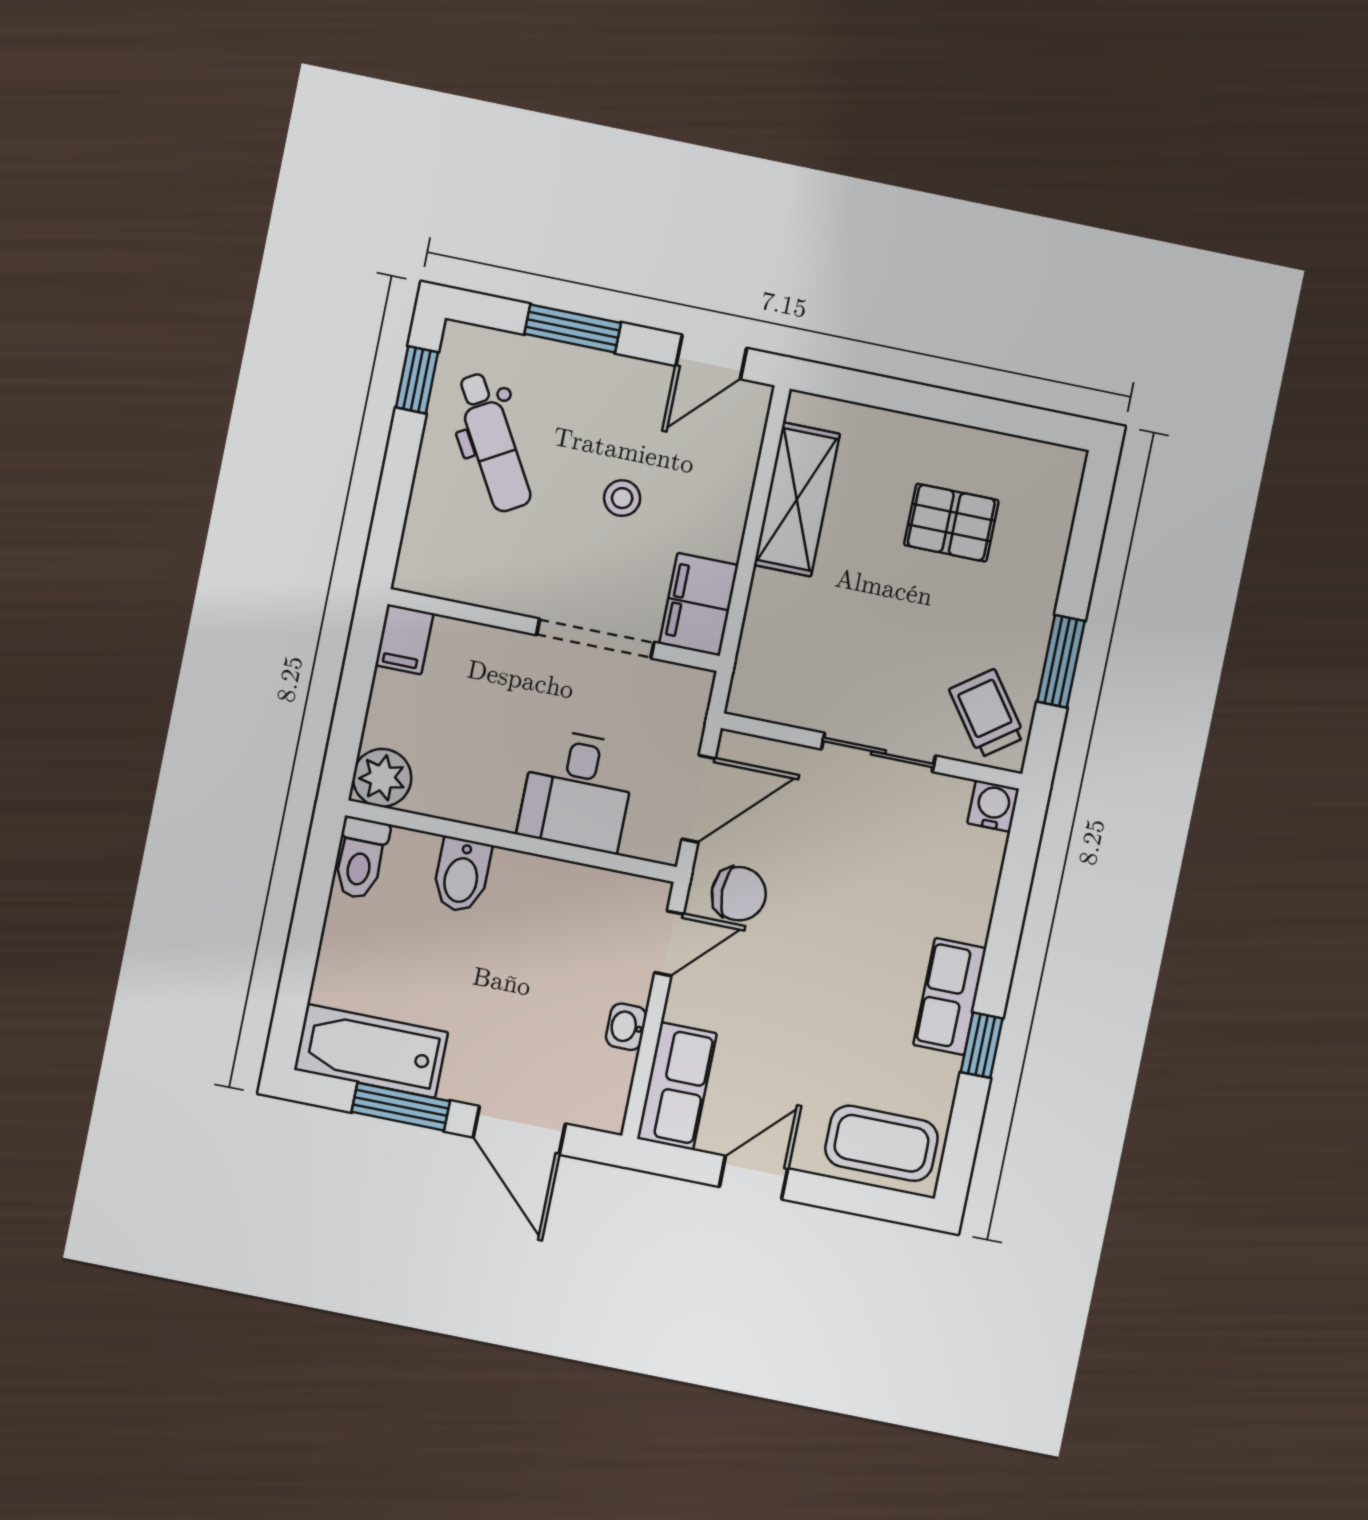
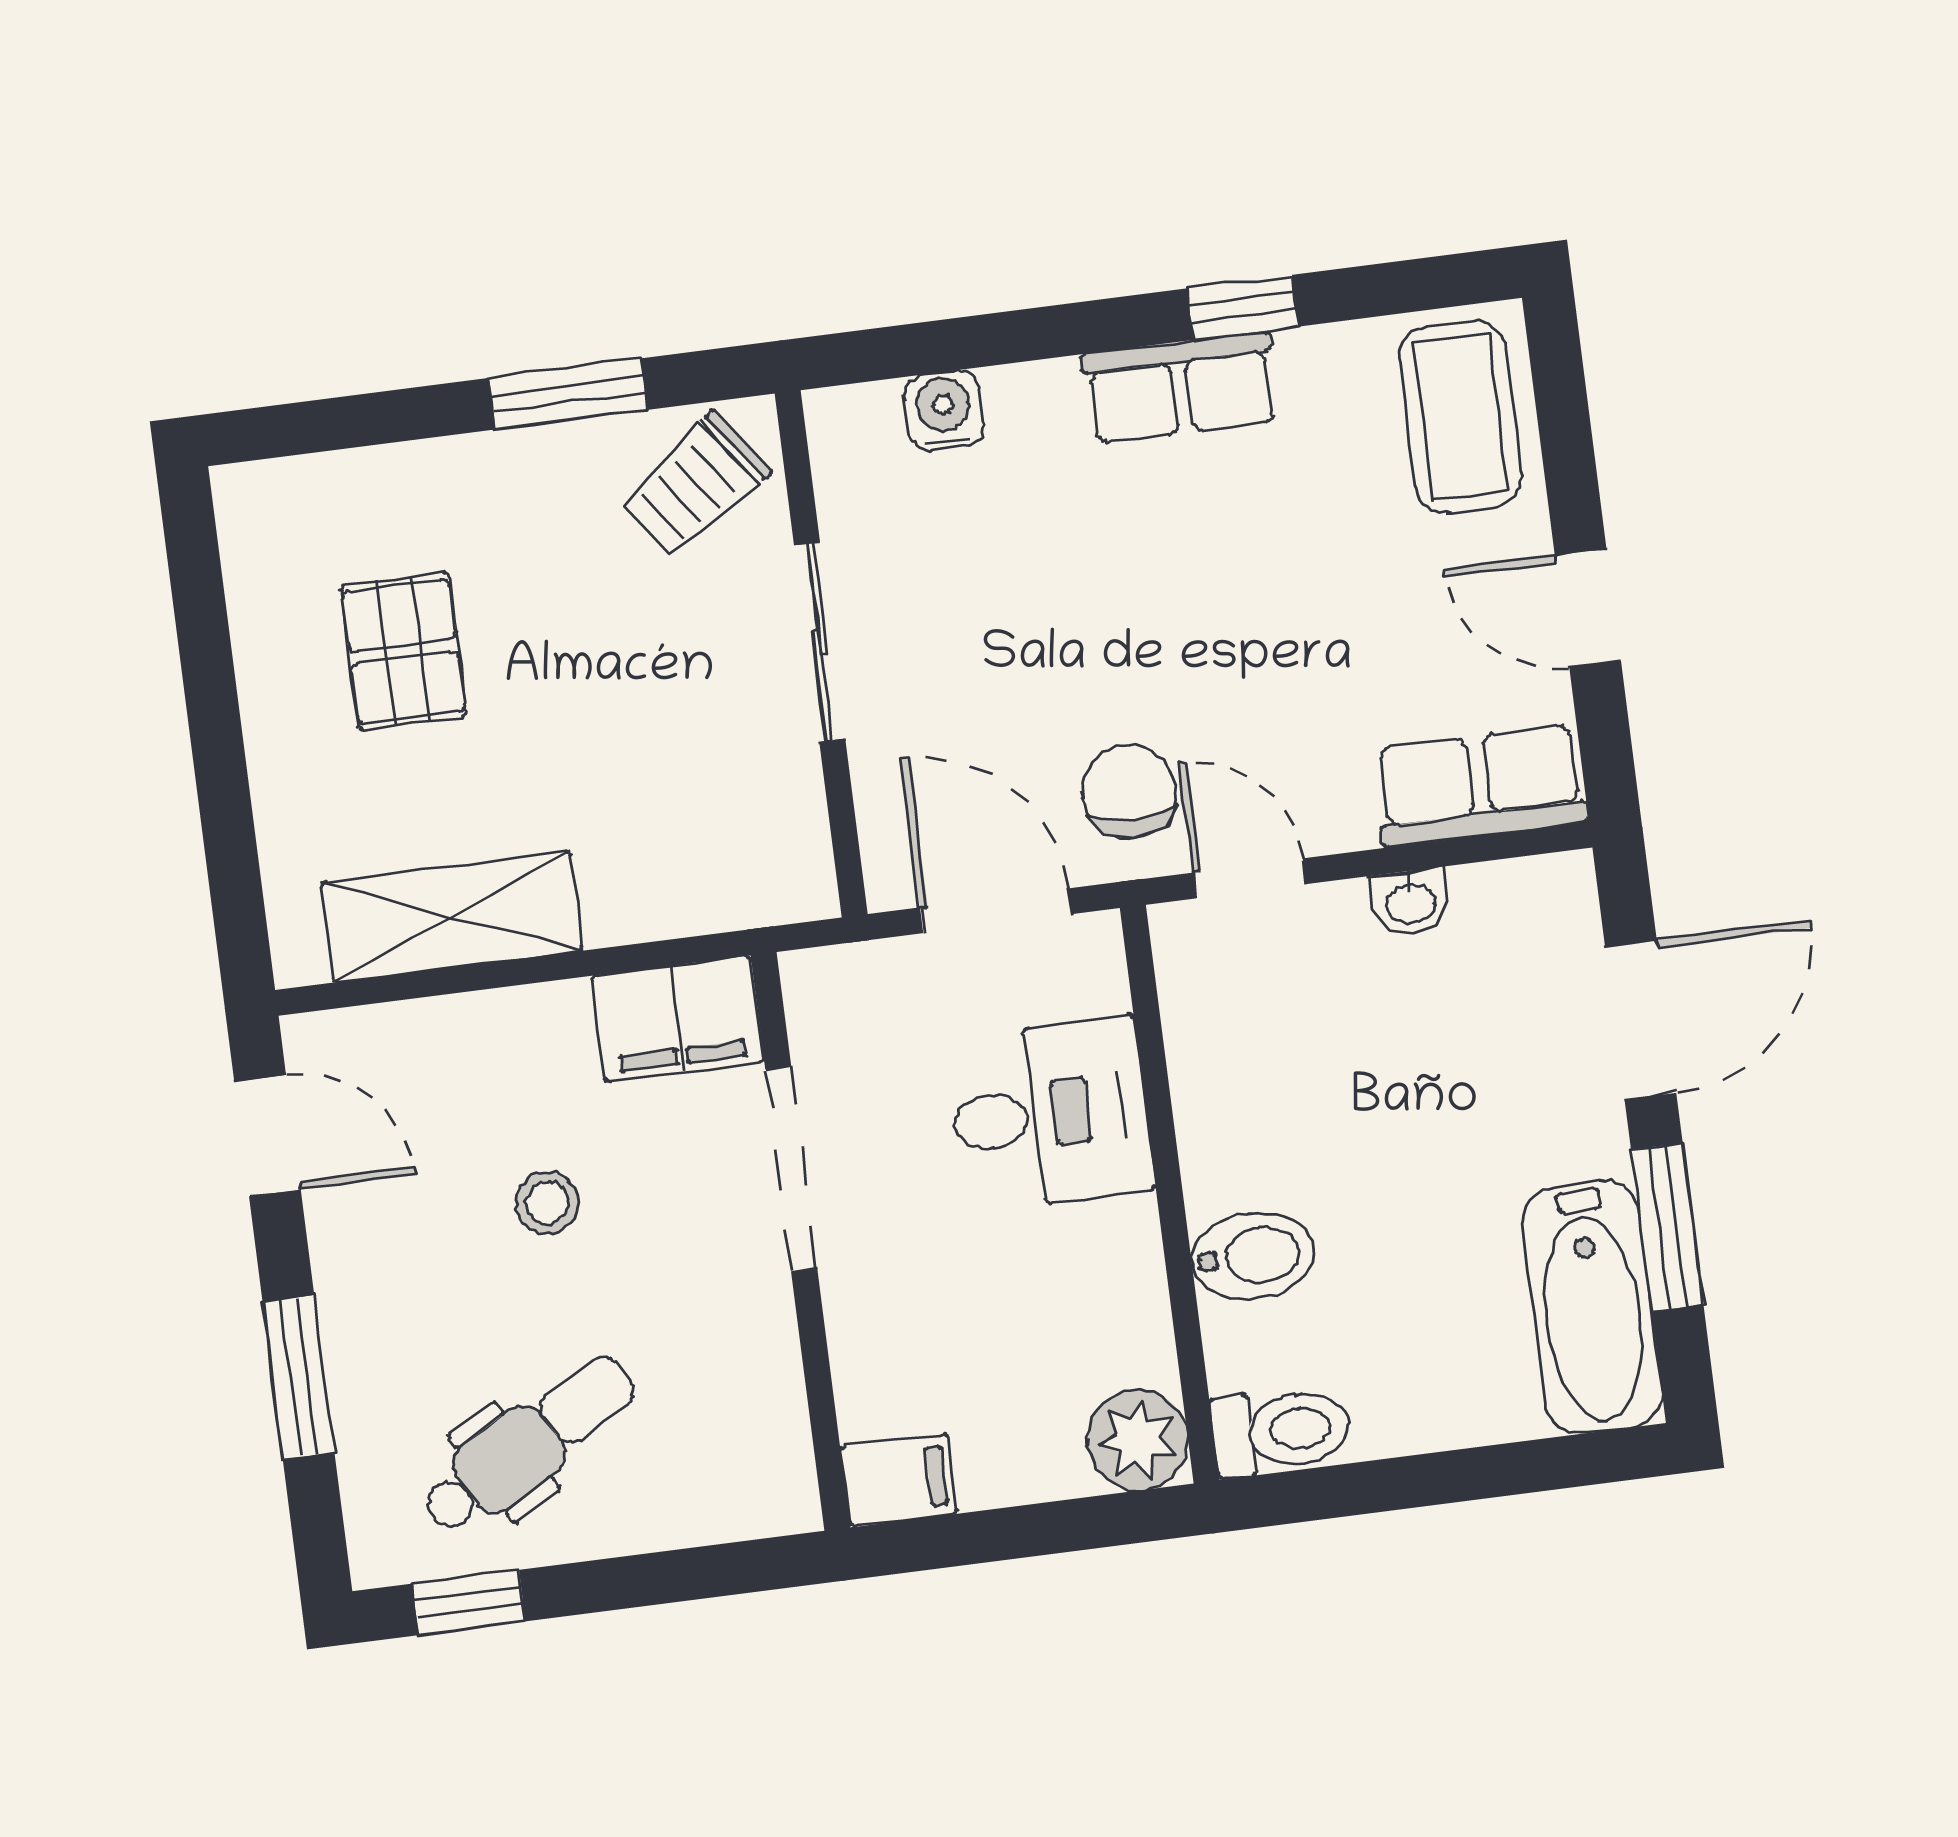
water cooler: (993, 806) -> (943, 411), moved, turned 90

